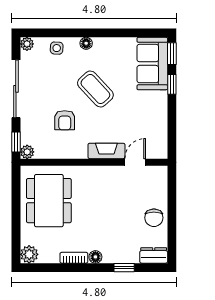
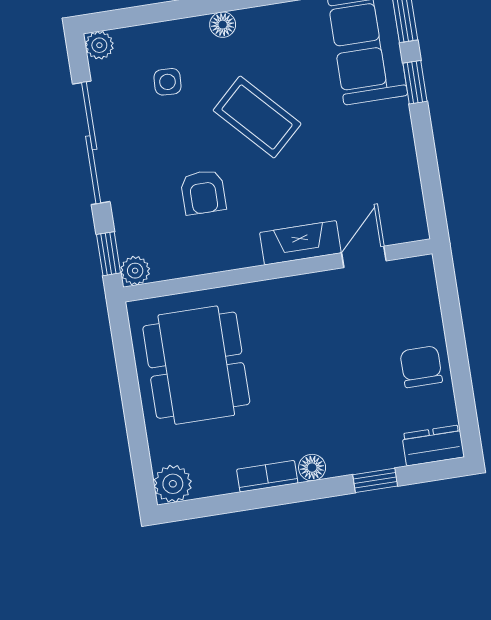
side table: (57, 48) -> (168, 82), moved
chair: (154, 218) -> (421, 367), turned 180

